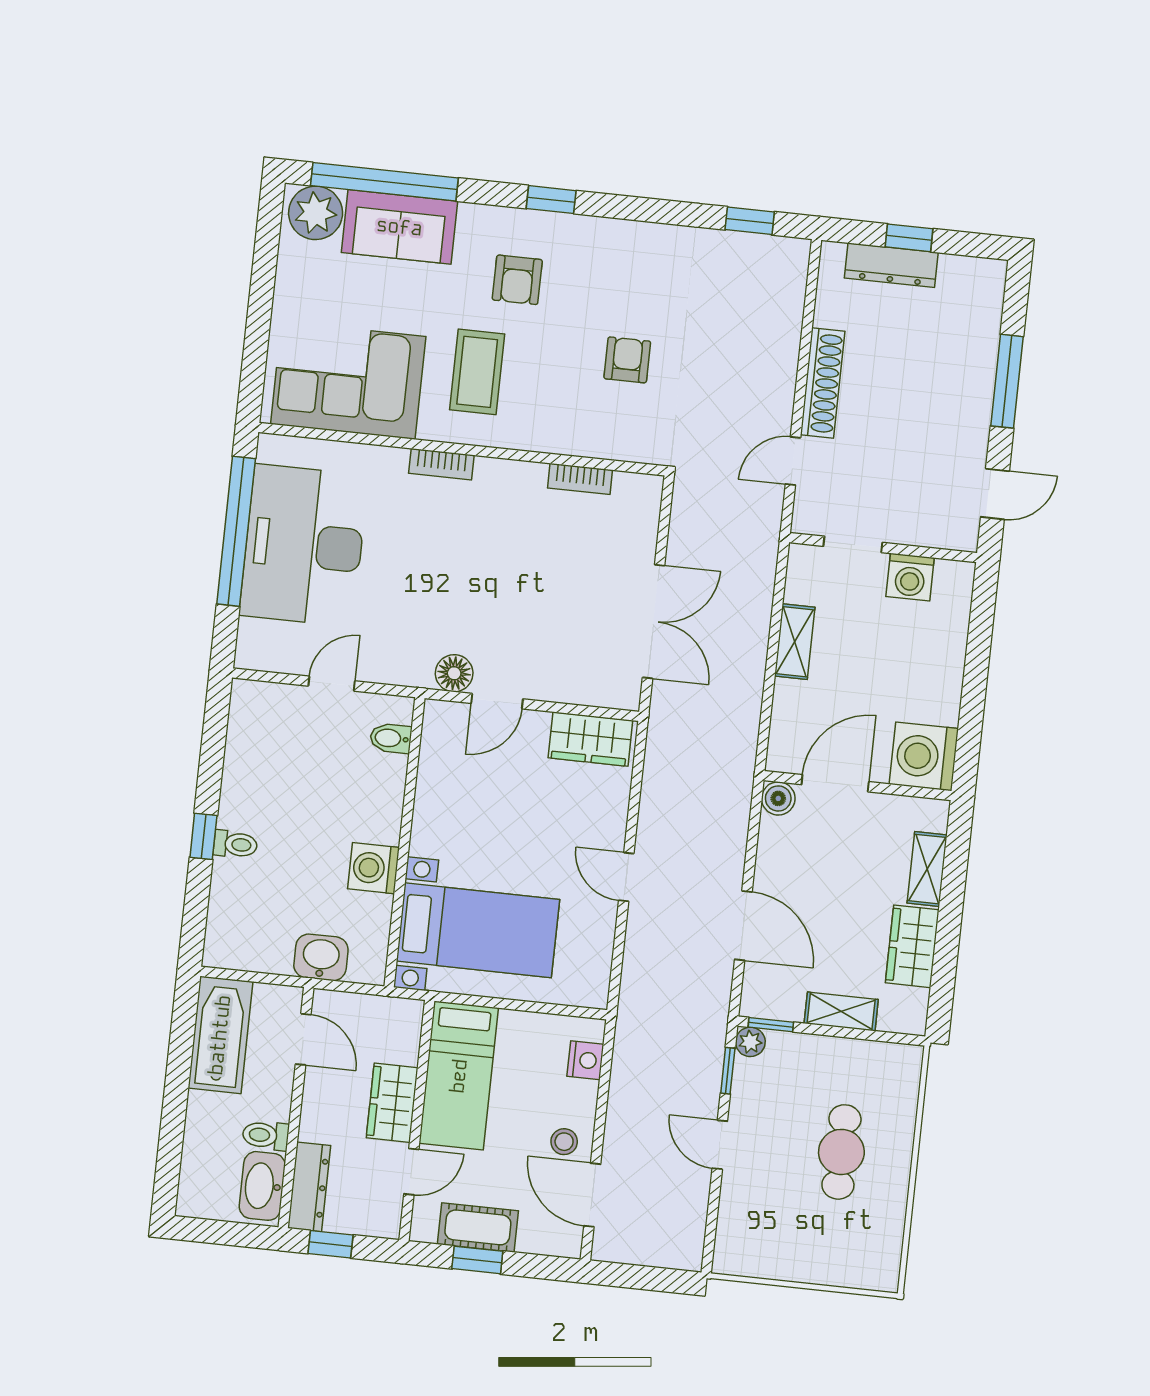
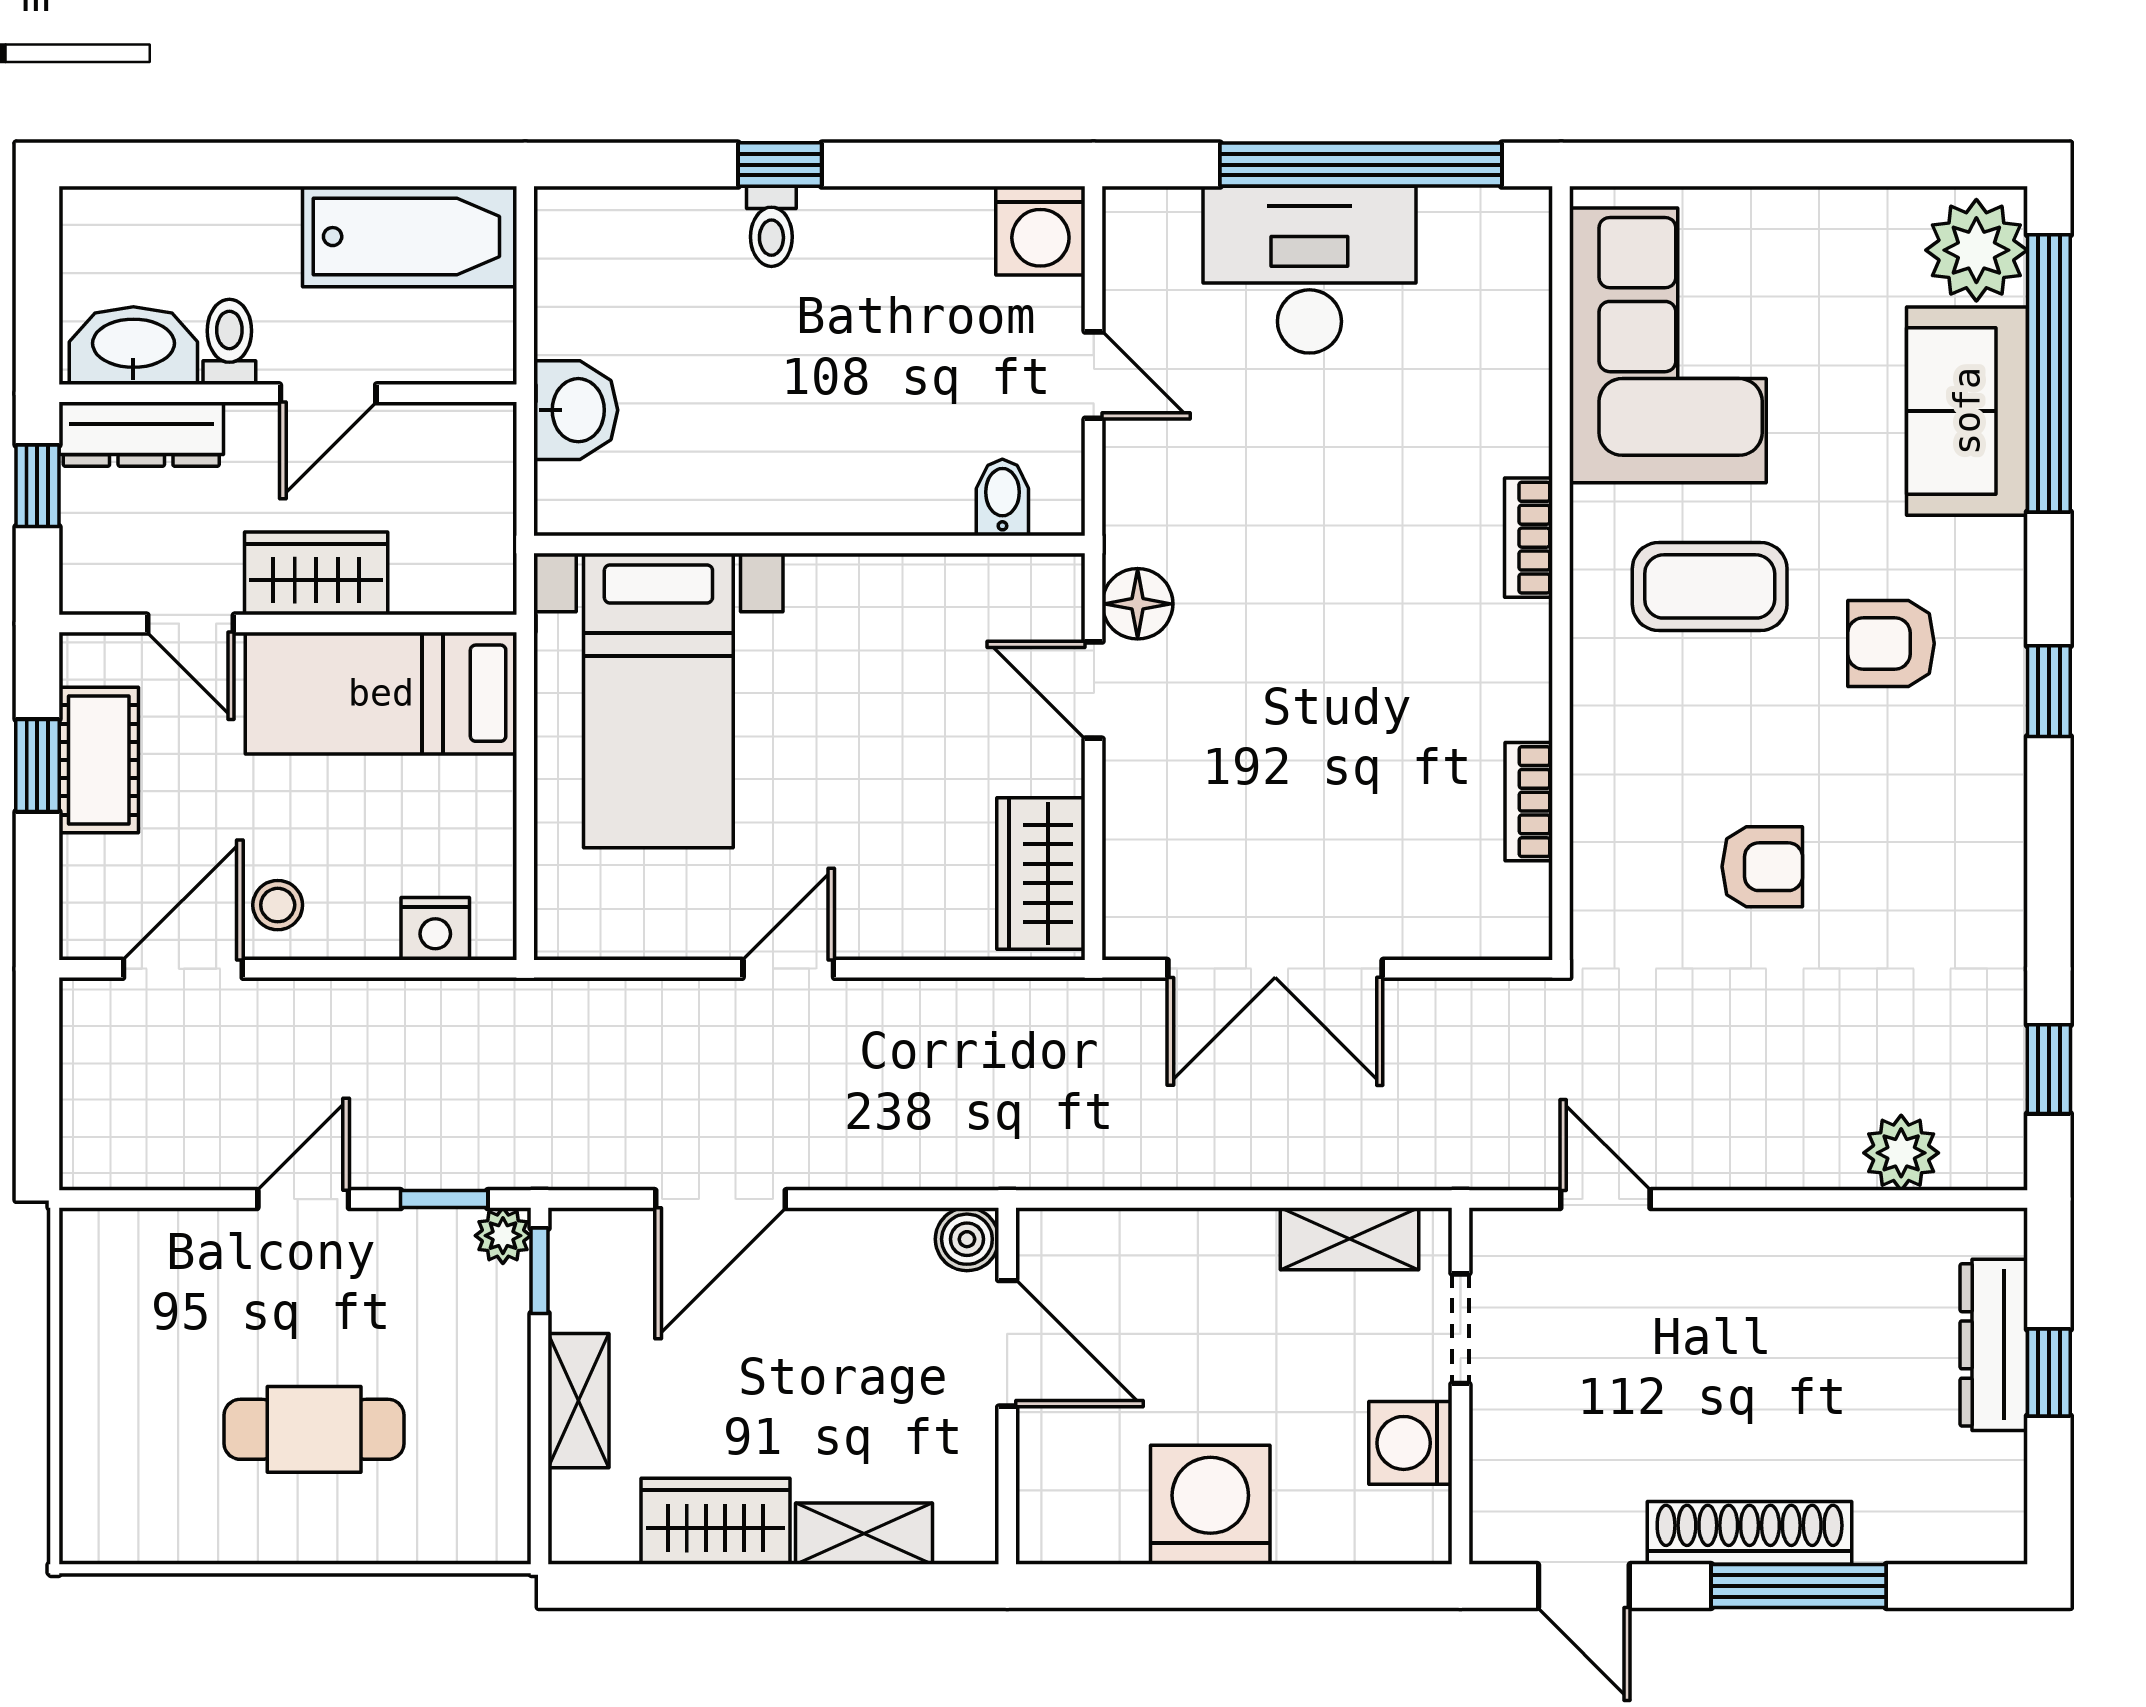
plant: (785, 303) -> (1901, 1153), added
shoe rack: (823, 383) -> (1750, 1533), moved, turned 180
desk: (304, 545) -> (1309, 270), width x0.73, depth x0.77
shelving: (795, 642) -> (1349, 1239), moved
washing machine: (924, 756) -> (1210, 1505), moved
washing machine: (374, 868) -> (1040, 231), moved, turned 180
door: (303, 1039) -> (328, 393), moved

